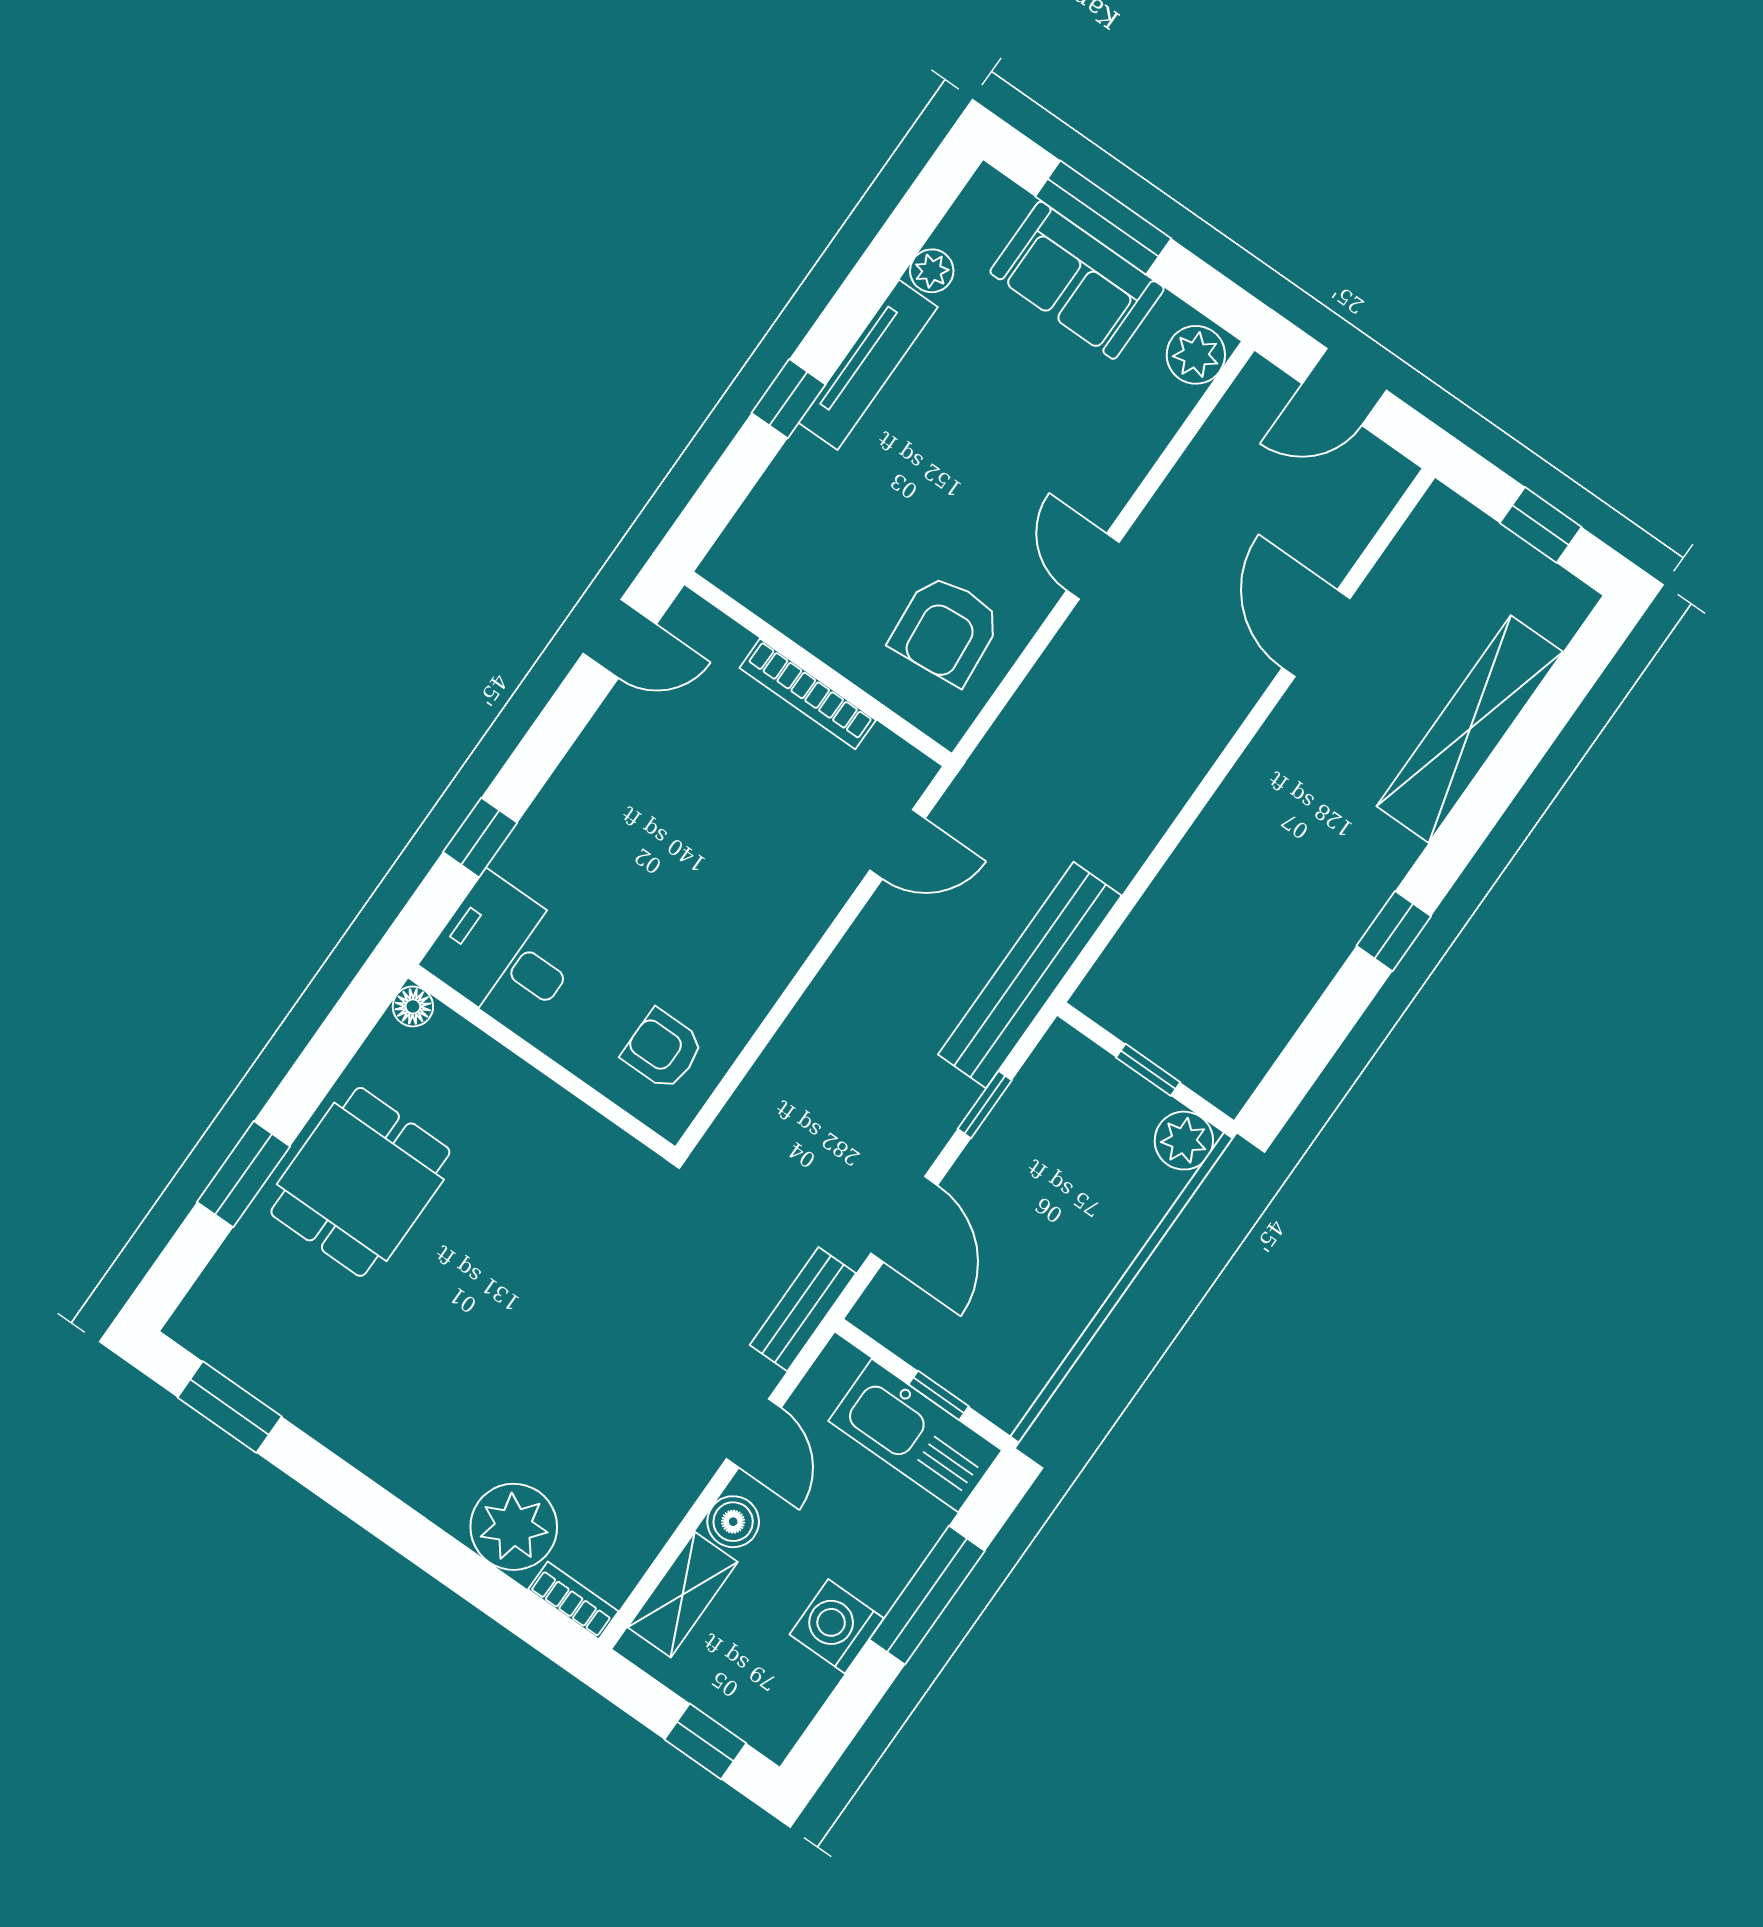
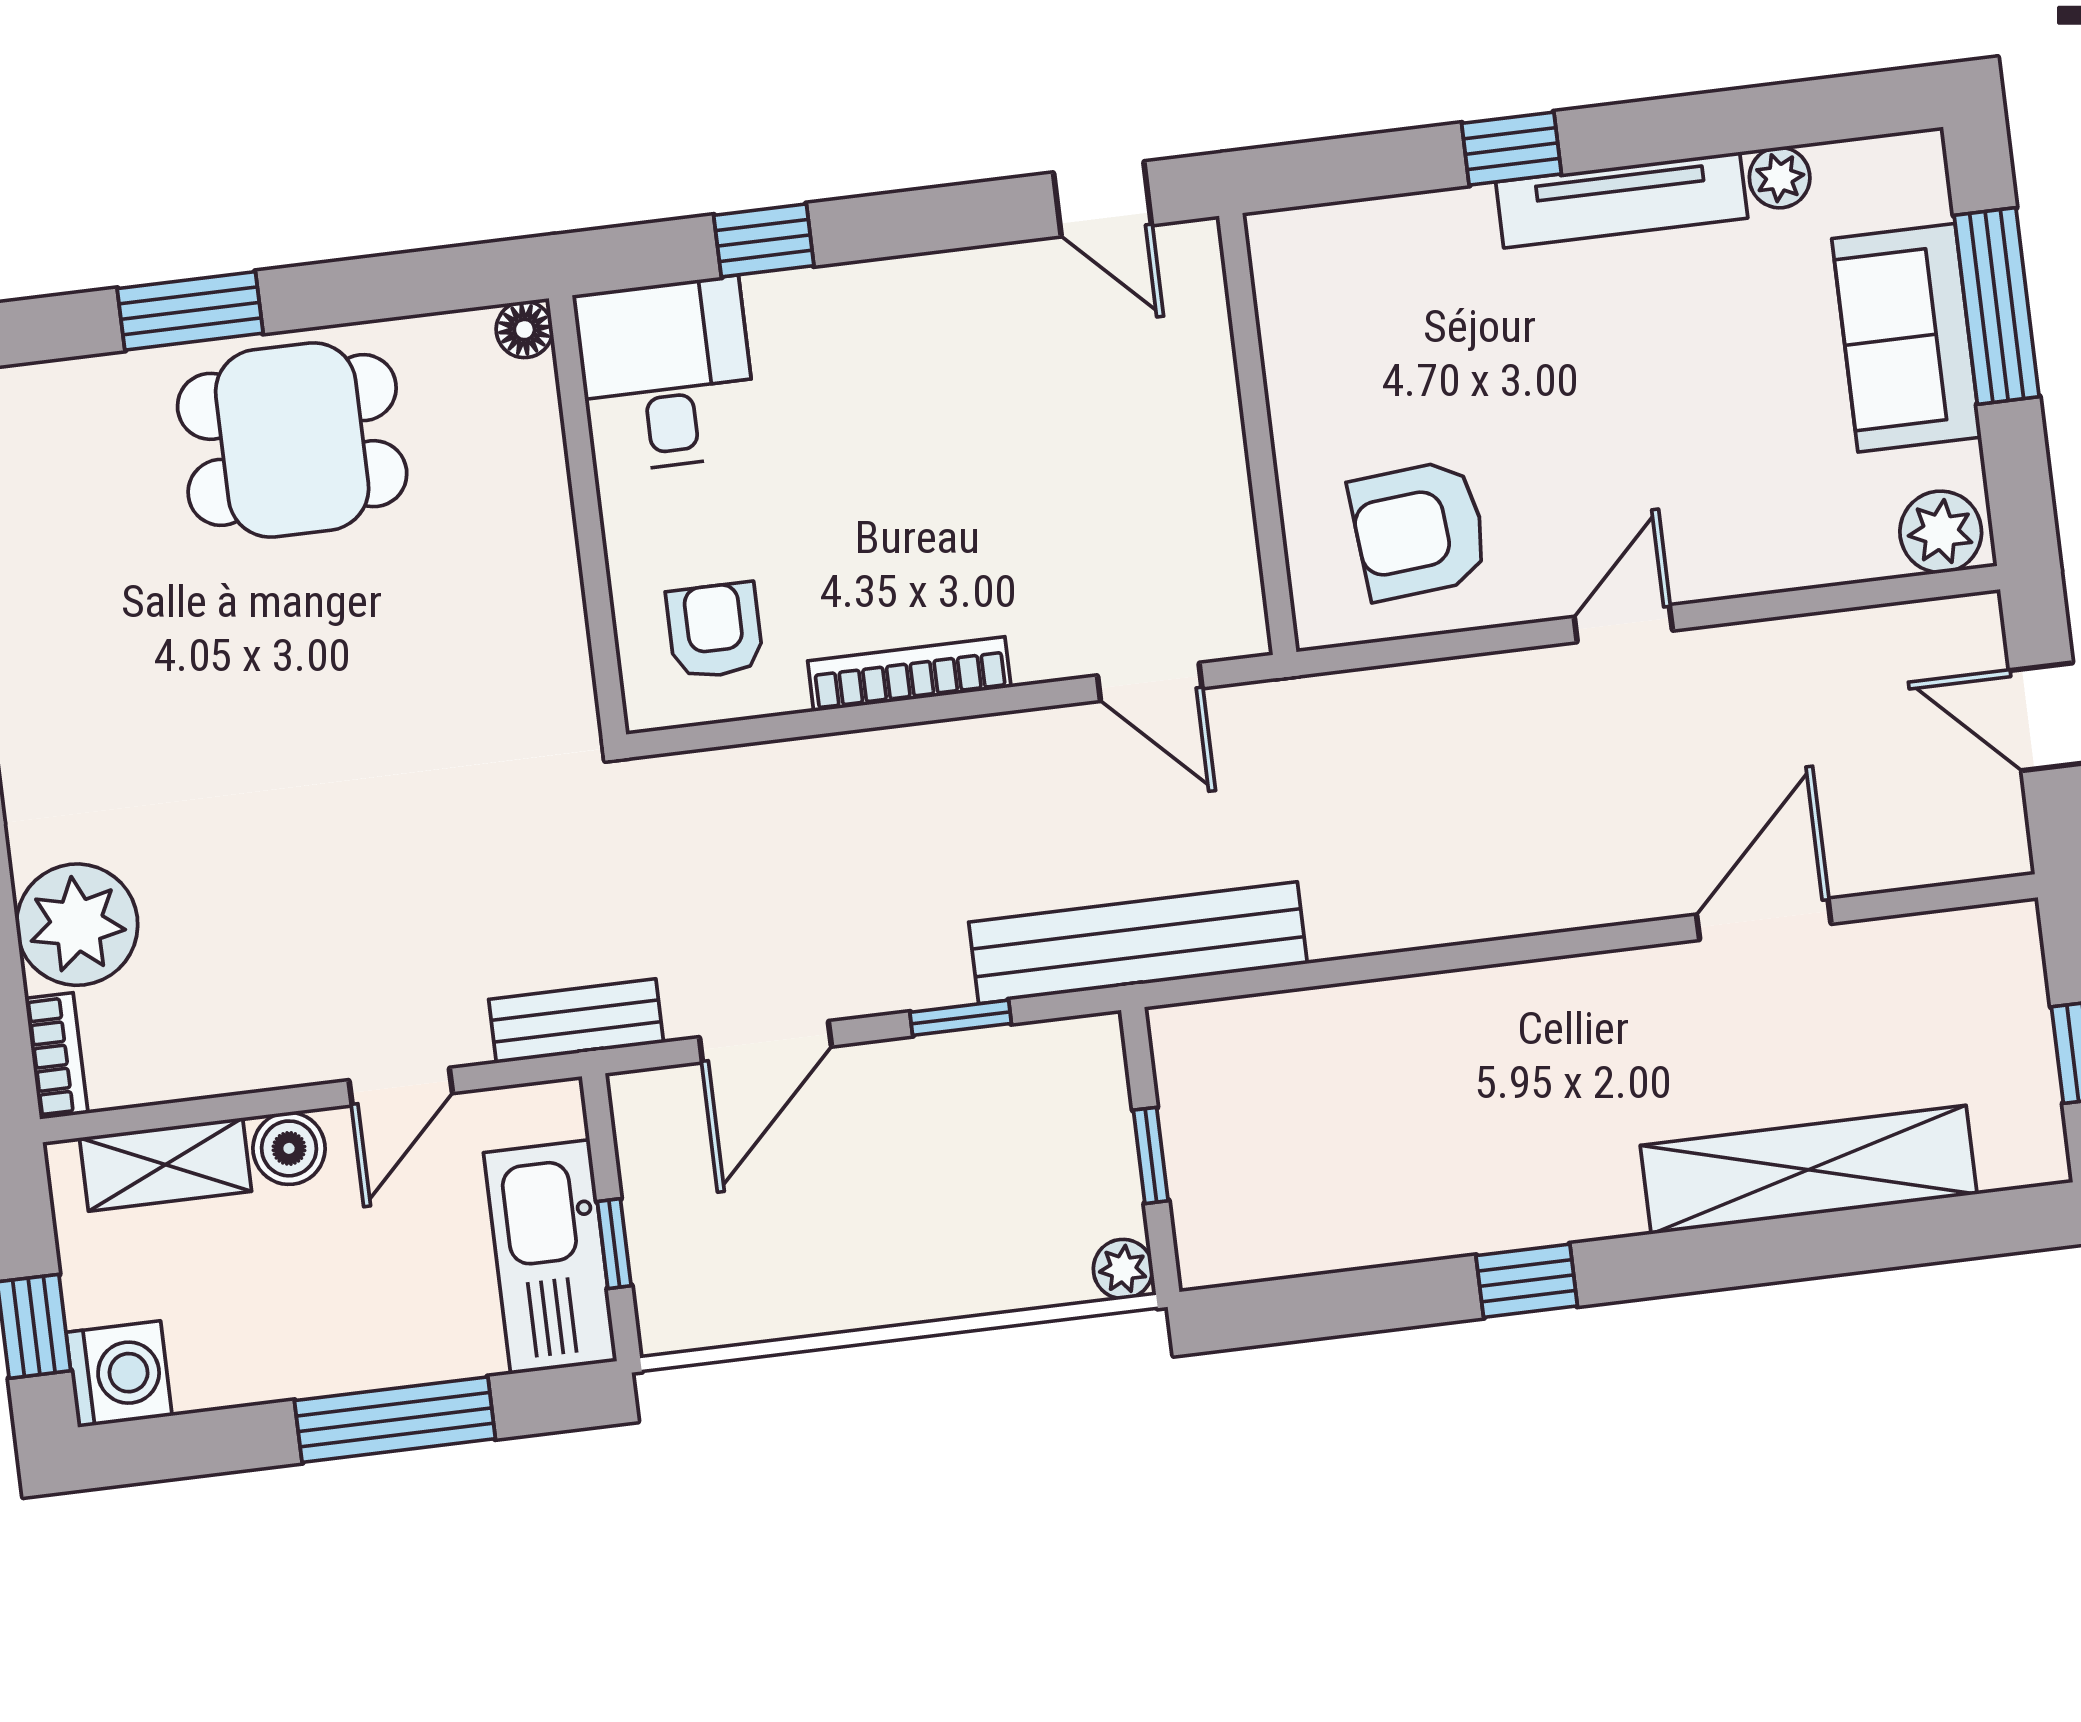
bookcase: (808, 694) -> (909, 674), moved, turned 90
plant: (1184, 1141) -> (1123, 1269), width x0.73, depth x0.73
washing machine: (837, 1626) -> (119, 1374), moved, turned 90

